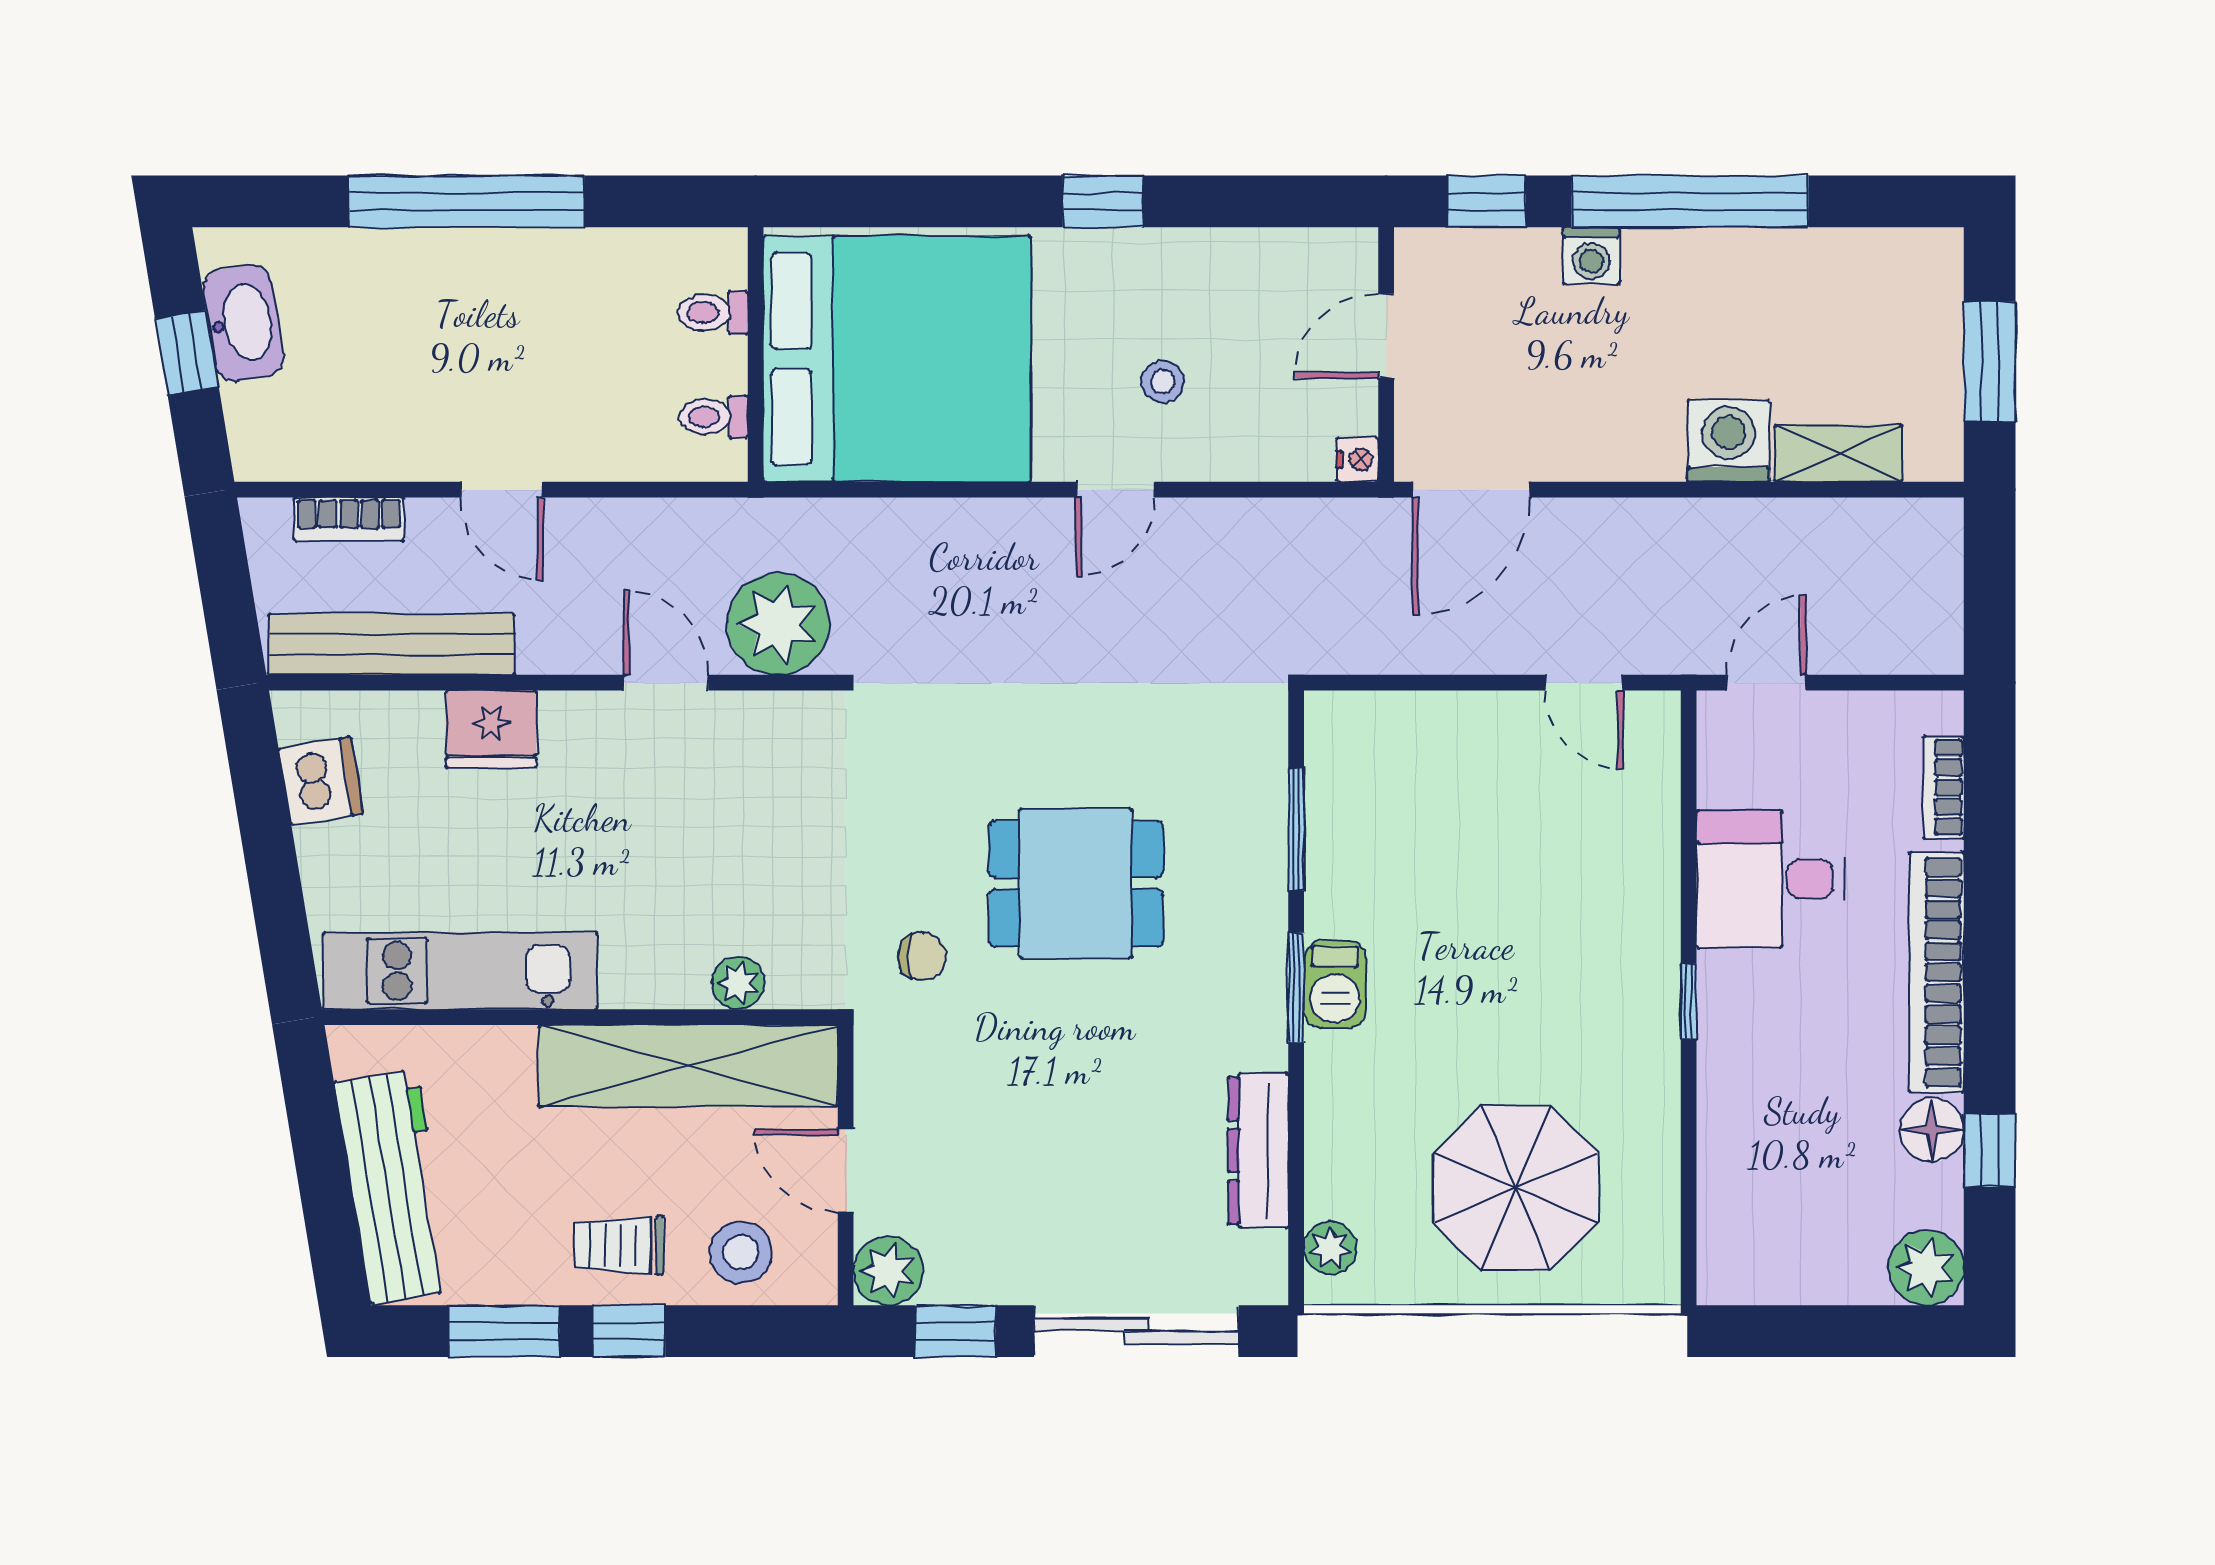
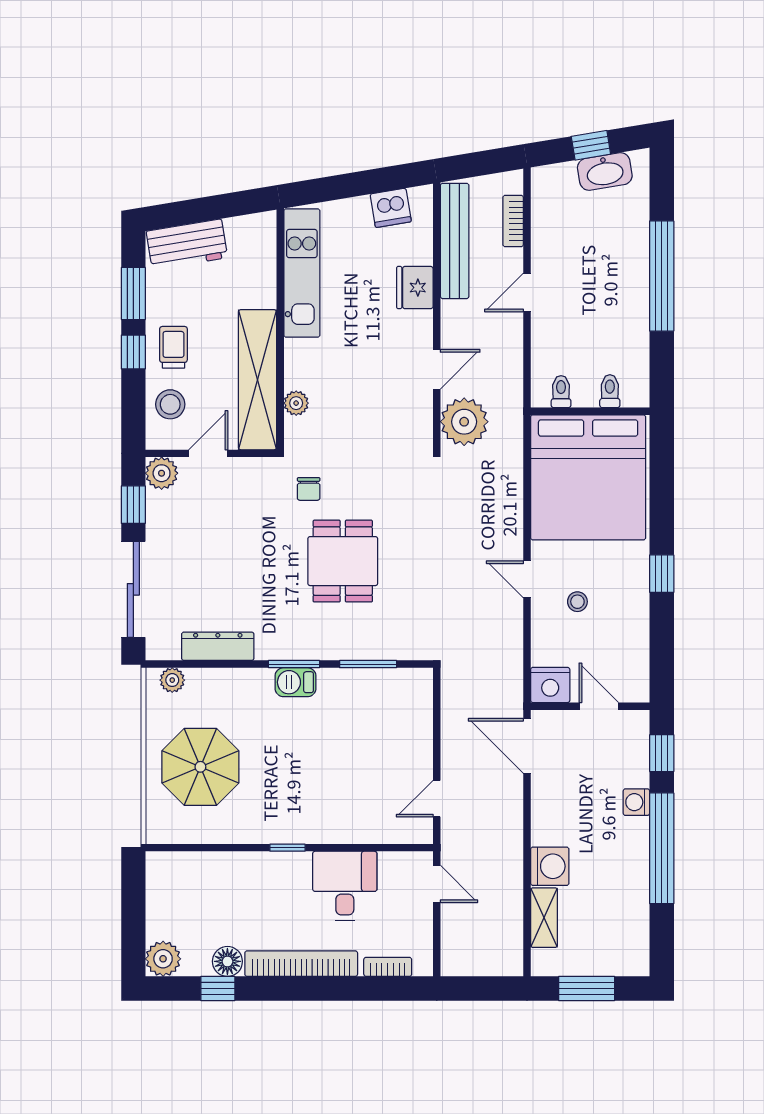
nightstand: (1357, 460) -> (550, 685), width x1.89, depth x1.79
workbench: (394, 1186) -> (187, 244), width x0.73

